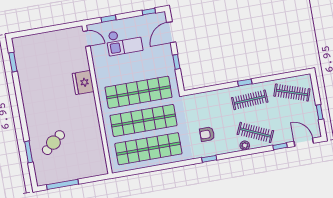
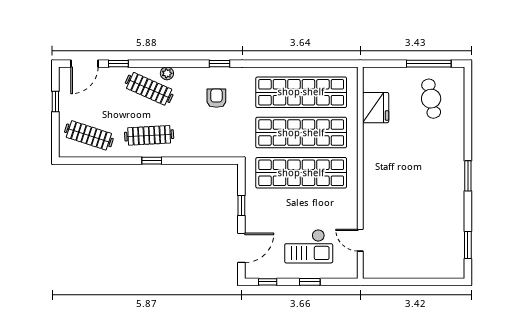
window: (108, 19) -> (310, 282), moved
door: (87, 39) -> (360, 240), moved
checkout: (124, 42) -> (309, 246), turned 180
fridge: (83, 82) -> (376, 108), moved
armchair: (207, 134) -> (216, 98), turned -90
door: (304, 142) -> (85, 64), hinge flipped
cafe table: (53, 143) -> (431, 99), moved, turned -61
window: (29, 152) -> (468, 176), moved

